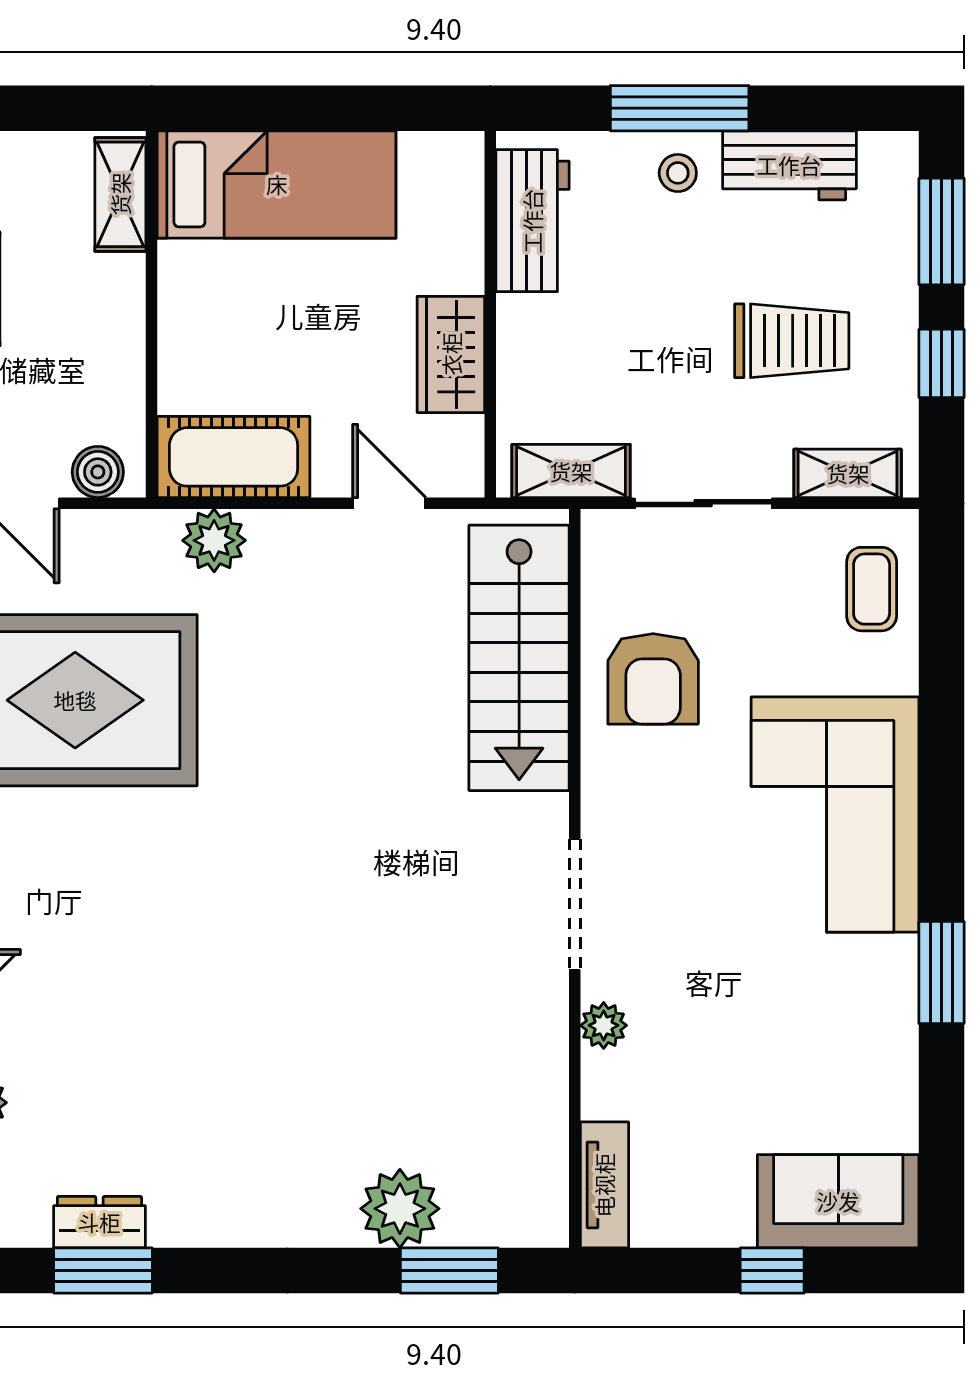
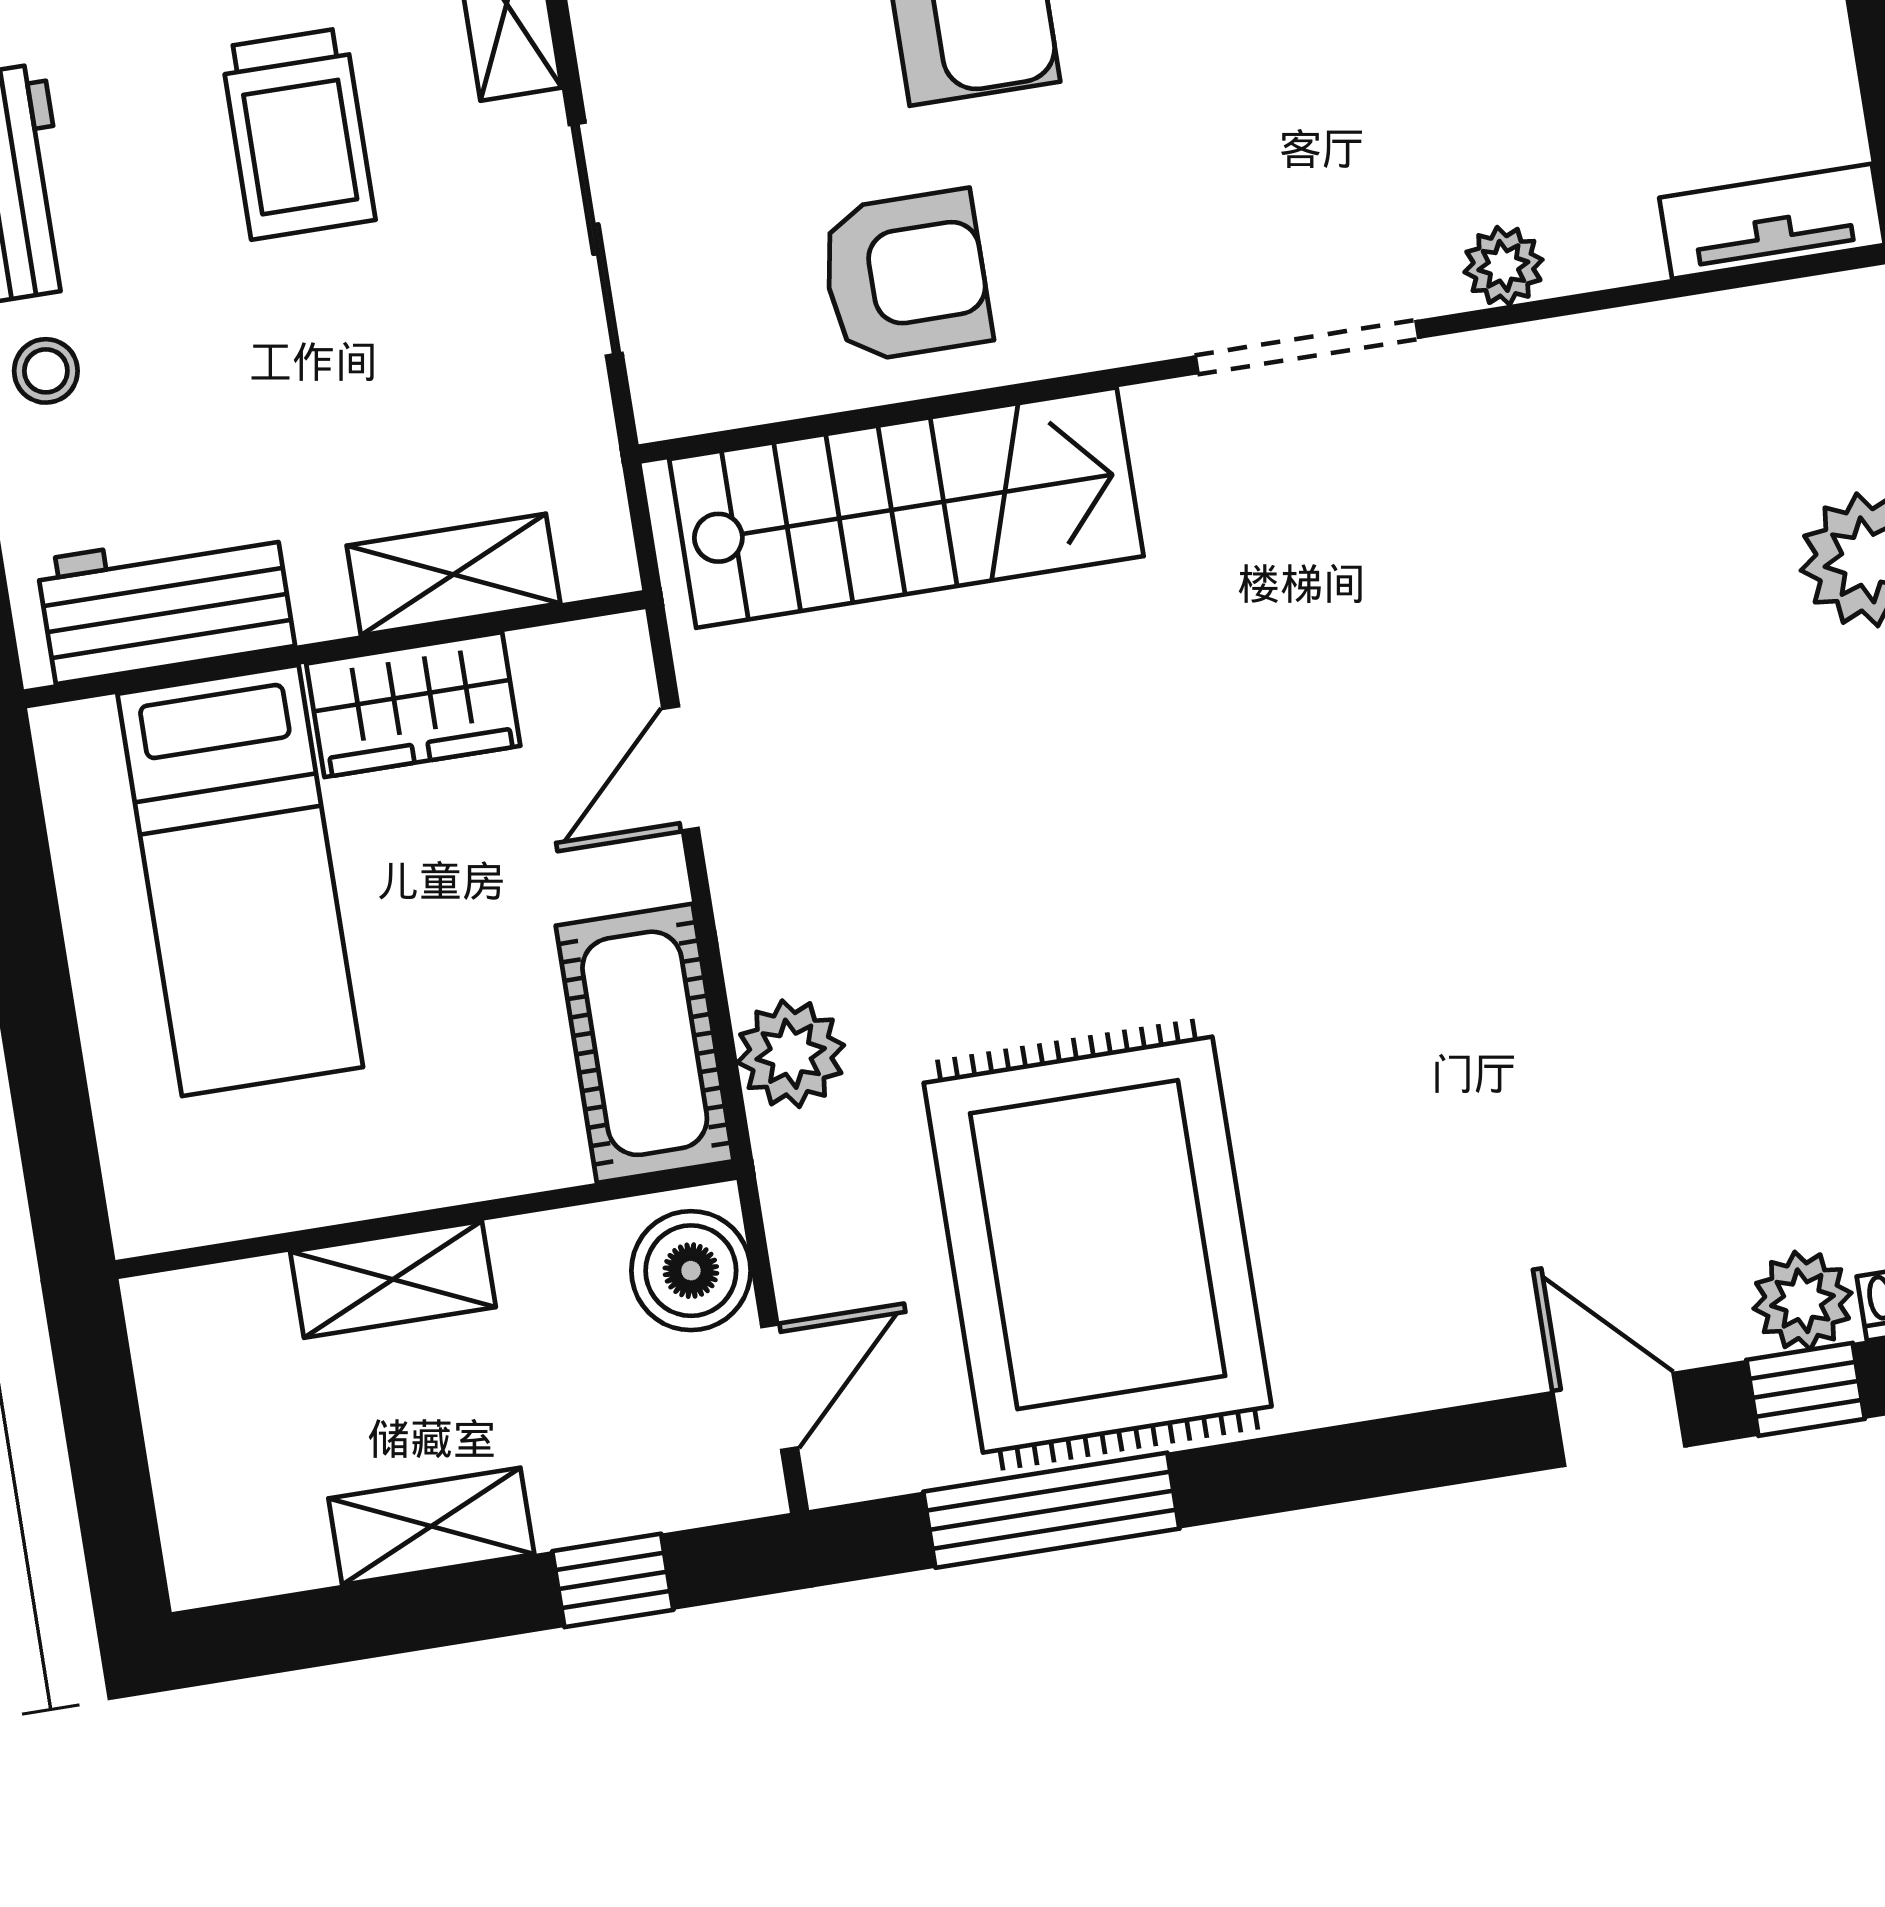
bed: (277, 184) -> (240, 880), moved, turned 180
shelving: (120, 194) -> (393, 1279), moved
trolley: (792, 341) -> (298, 134), turned 180
shelving: (571, 471) -> (453, 574), moved, turned 90
boiler: (98, 472) -> (691, 1271), width x1.36, depth x1.36

